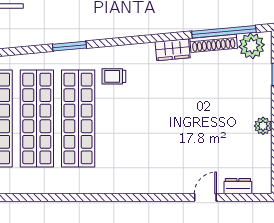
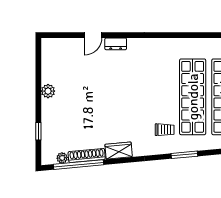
window: (69, 46) -> (184, 155), moved
plant: (252, 46) -> (62, 158), width x0.53, depth x0.53
dresser: (238, 186) -> (116, 44), moved

